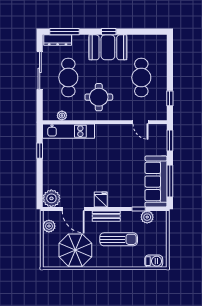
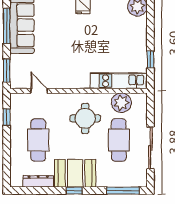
dresser: (58, 40) -> (38, 181), moved
plant: (62, 116) -> (121, 103), width x1.88, depth x1.88

